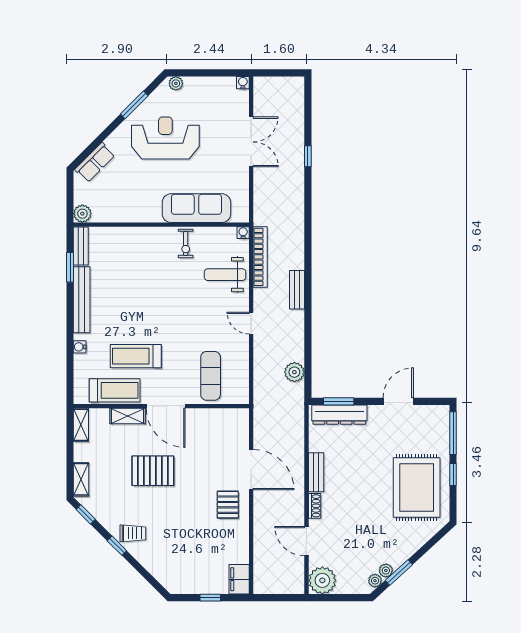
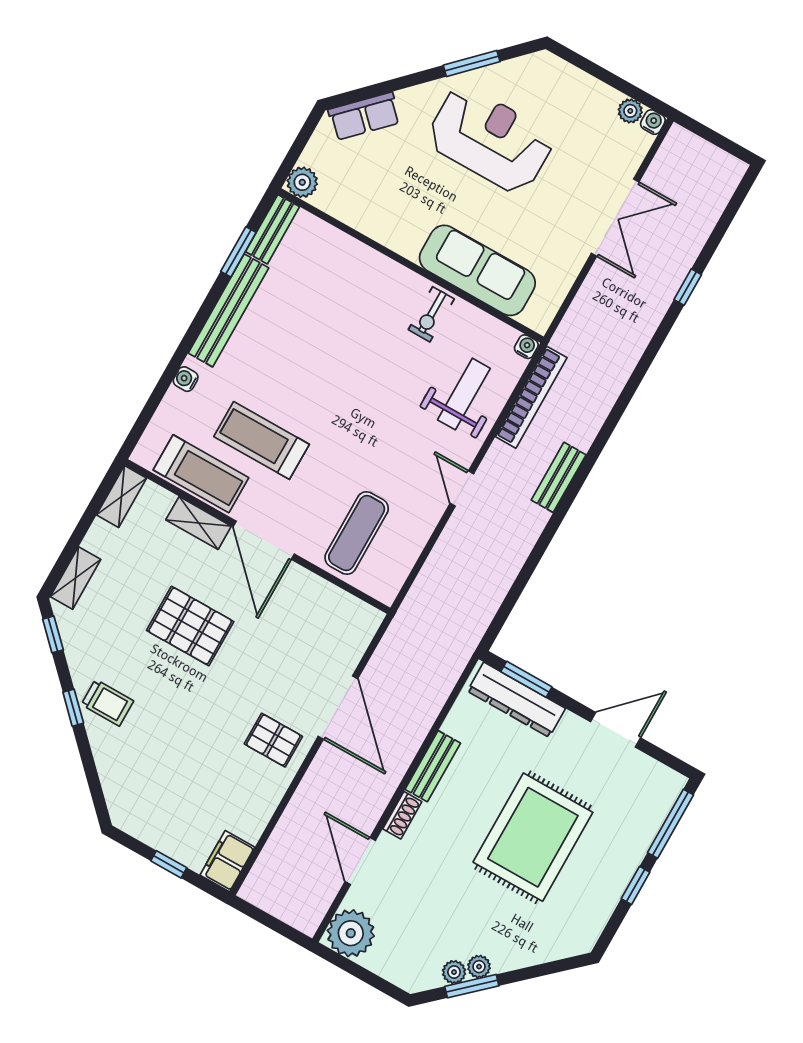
plant: (176, 83) -> (630, 111), moved
weight bench: (225, 275) -> (464, 394), turned 90
plant: (294, 372) -> (485, 598), removed
rug: (417, 488) -> (533, 837), moved
pallet: (228, 505) -> (273, 740), turned 90
plant: (375, 581) -> (479, 967), moved

